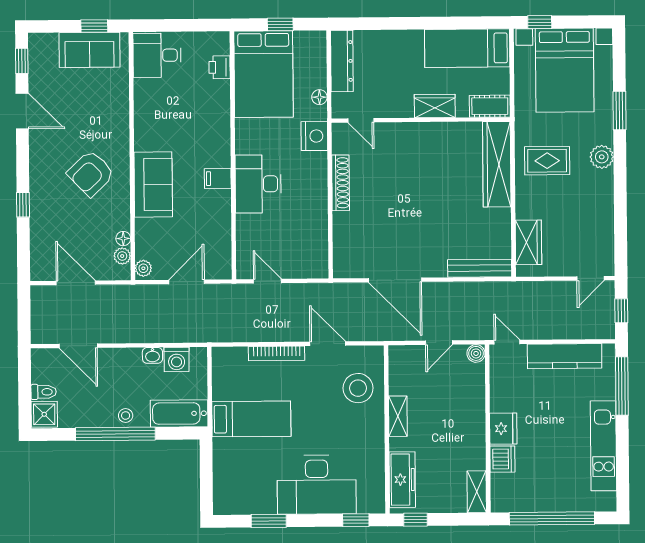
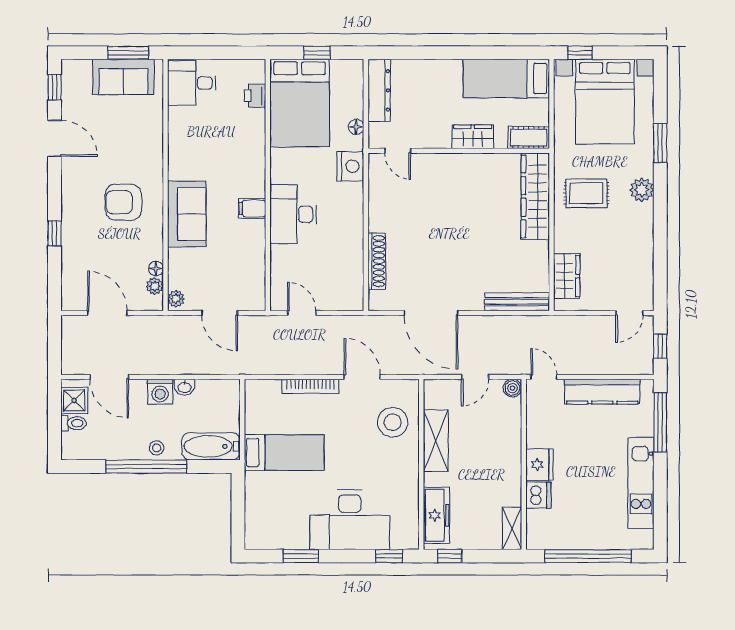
window: (94, 26) -> (128, 53), width x1.50
armchair: (91, 173) -> (123, 202), turned 44
shoe rack: (341, 183) -> (377, 261), moved
door: (187, 282) -> (220, 313), swing flipped
washing machine: (177, 359) -> (160, 392), moved
shower: (44, 414) -> (74, 400), moved
shelving: (398, 416) -> (436, 441), width x1.50, depth x1.33

